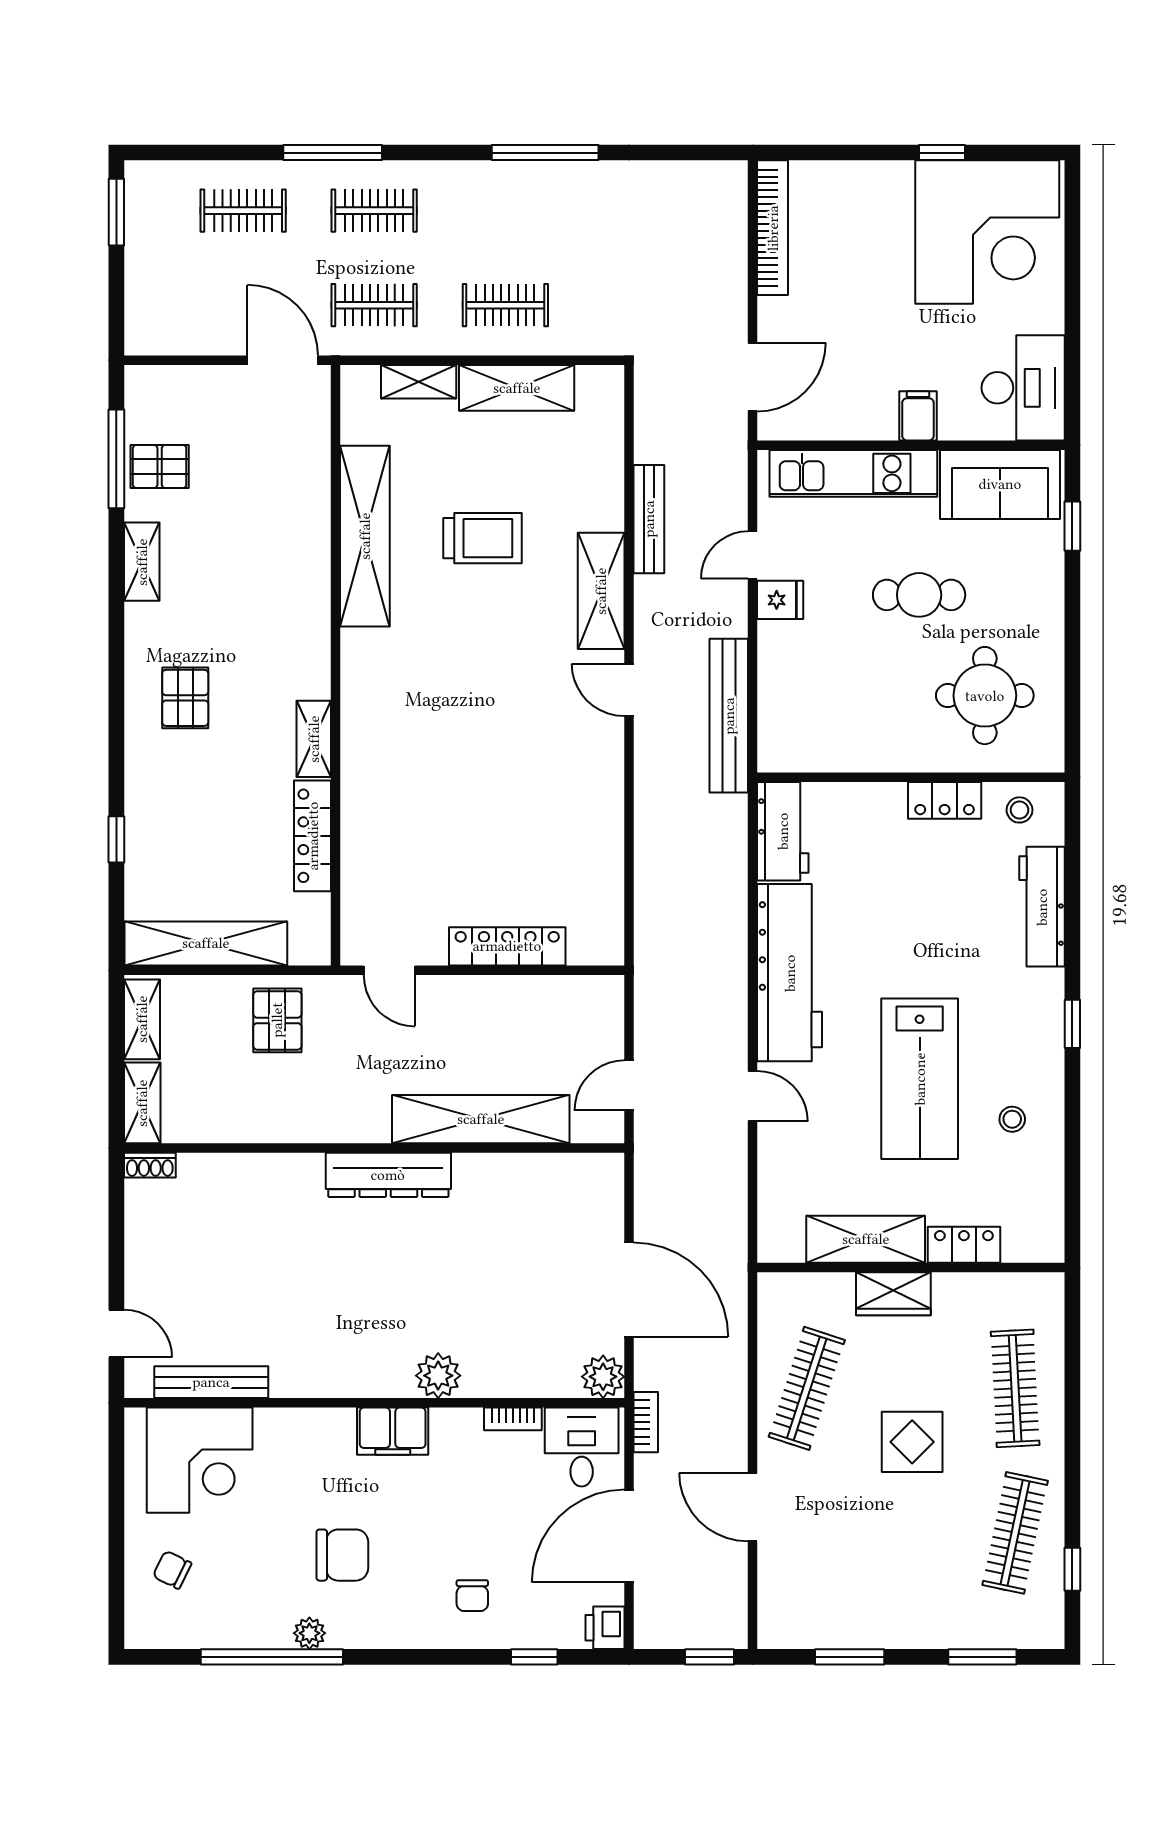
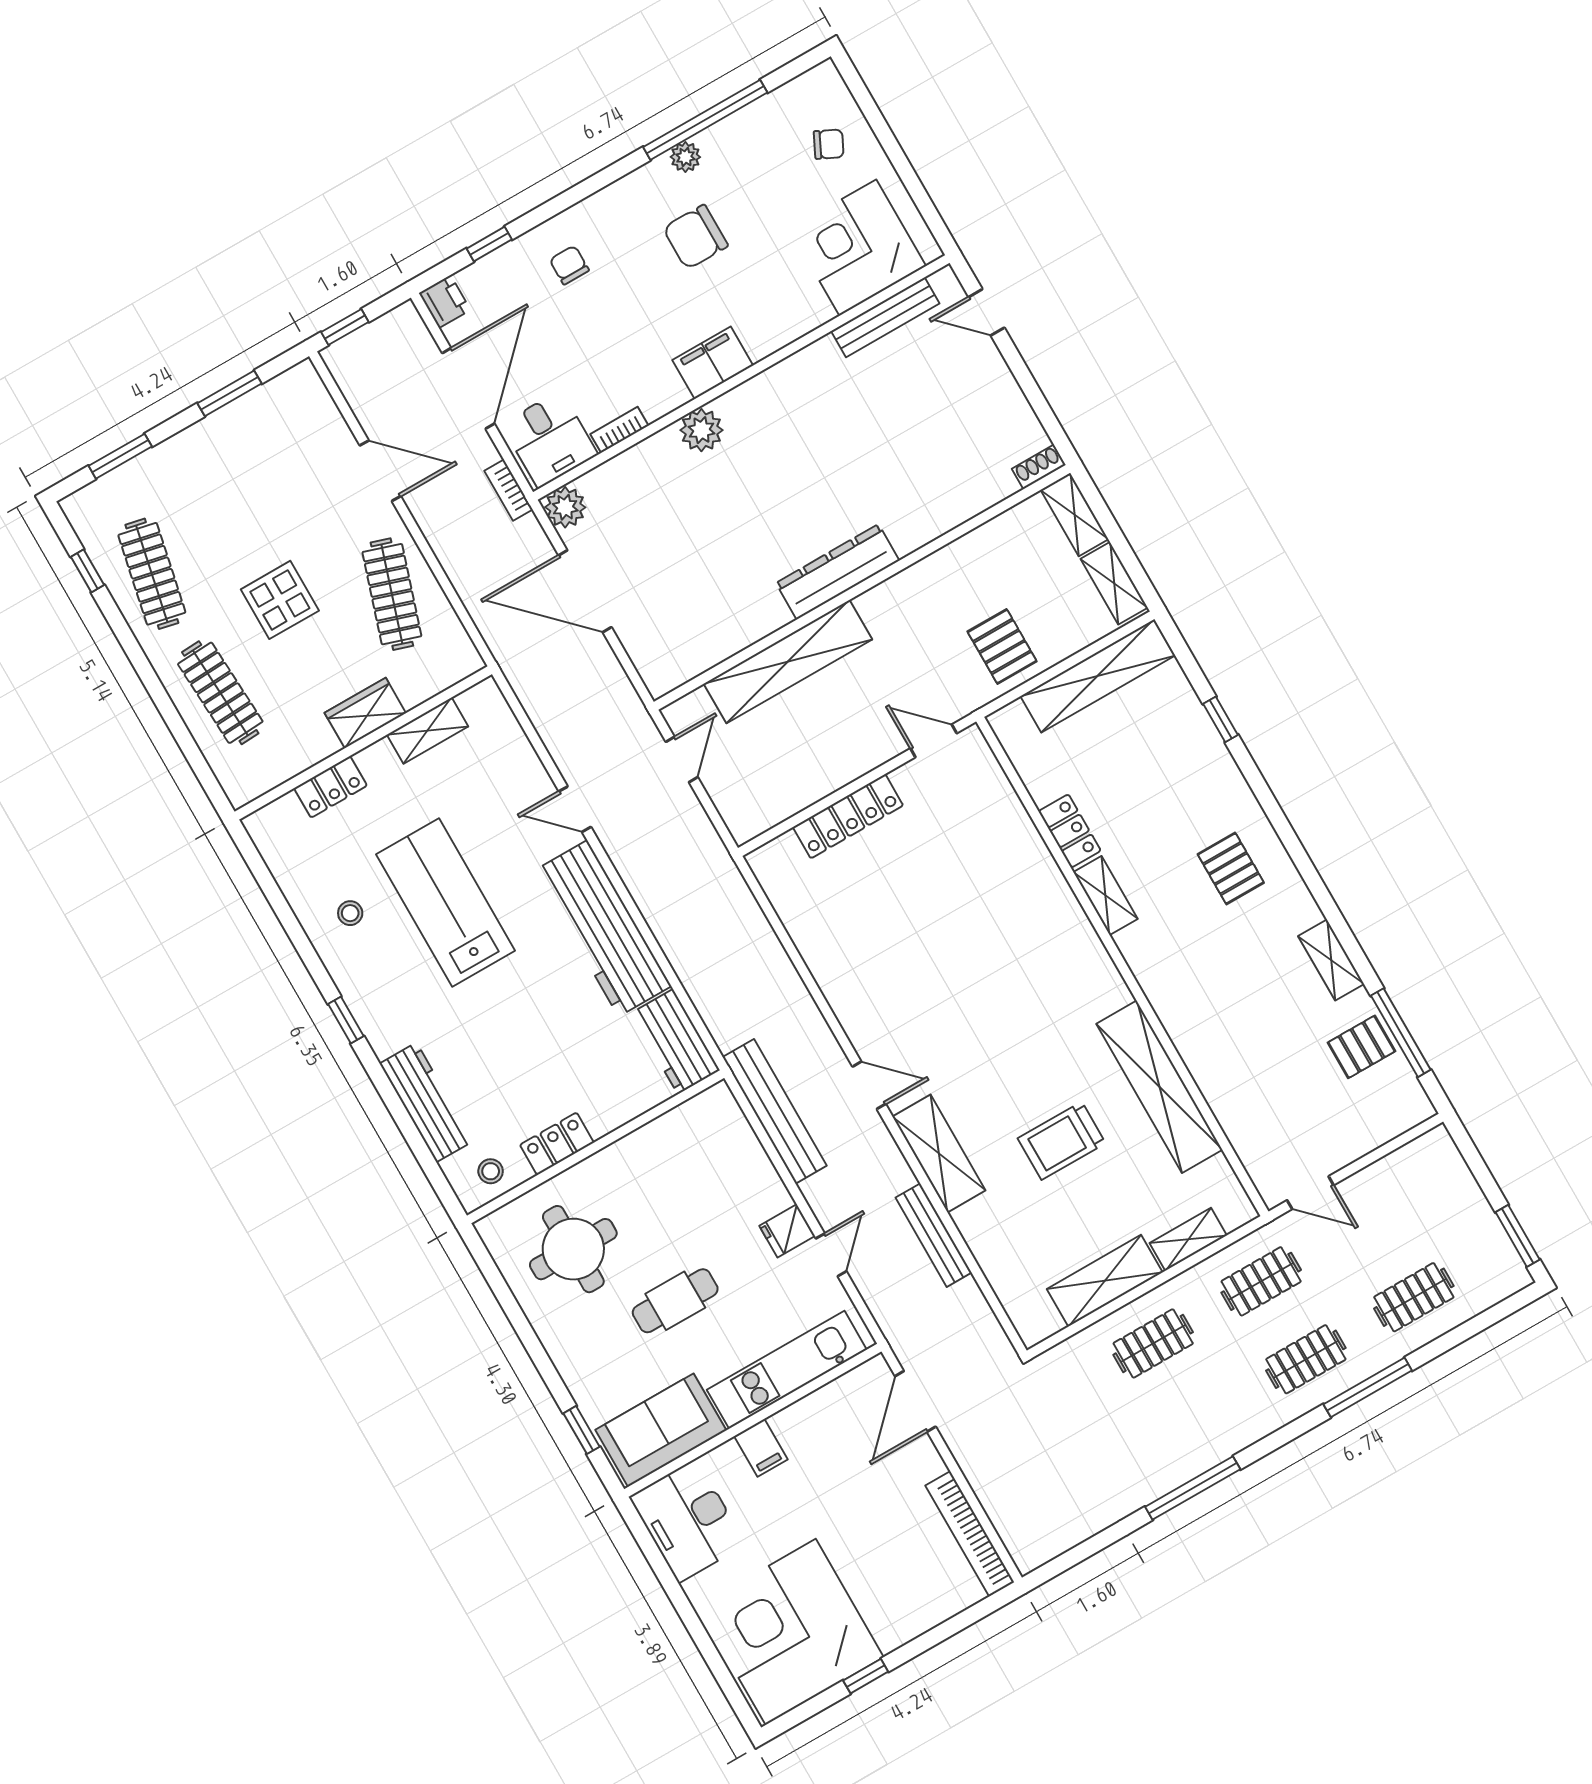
door: (283, 360) -> (1310, 1193), width x0.73
locker: (313, 836) -> (1070, 831), width x0.66
shelving: (866, 1239) -> (428, 731), width x0.67, depth x0.75

